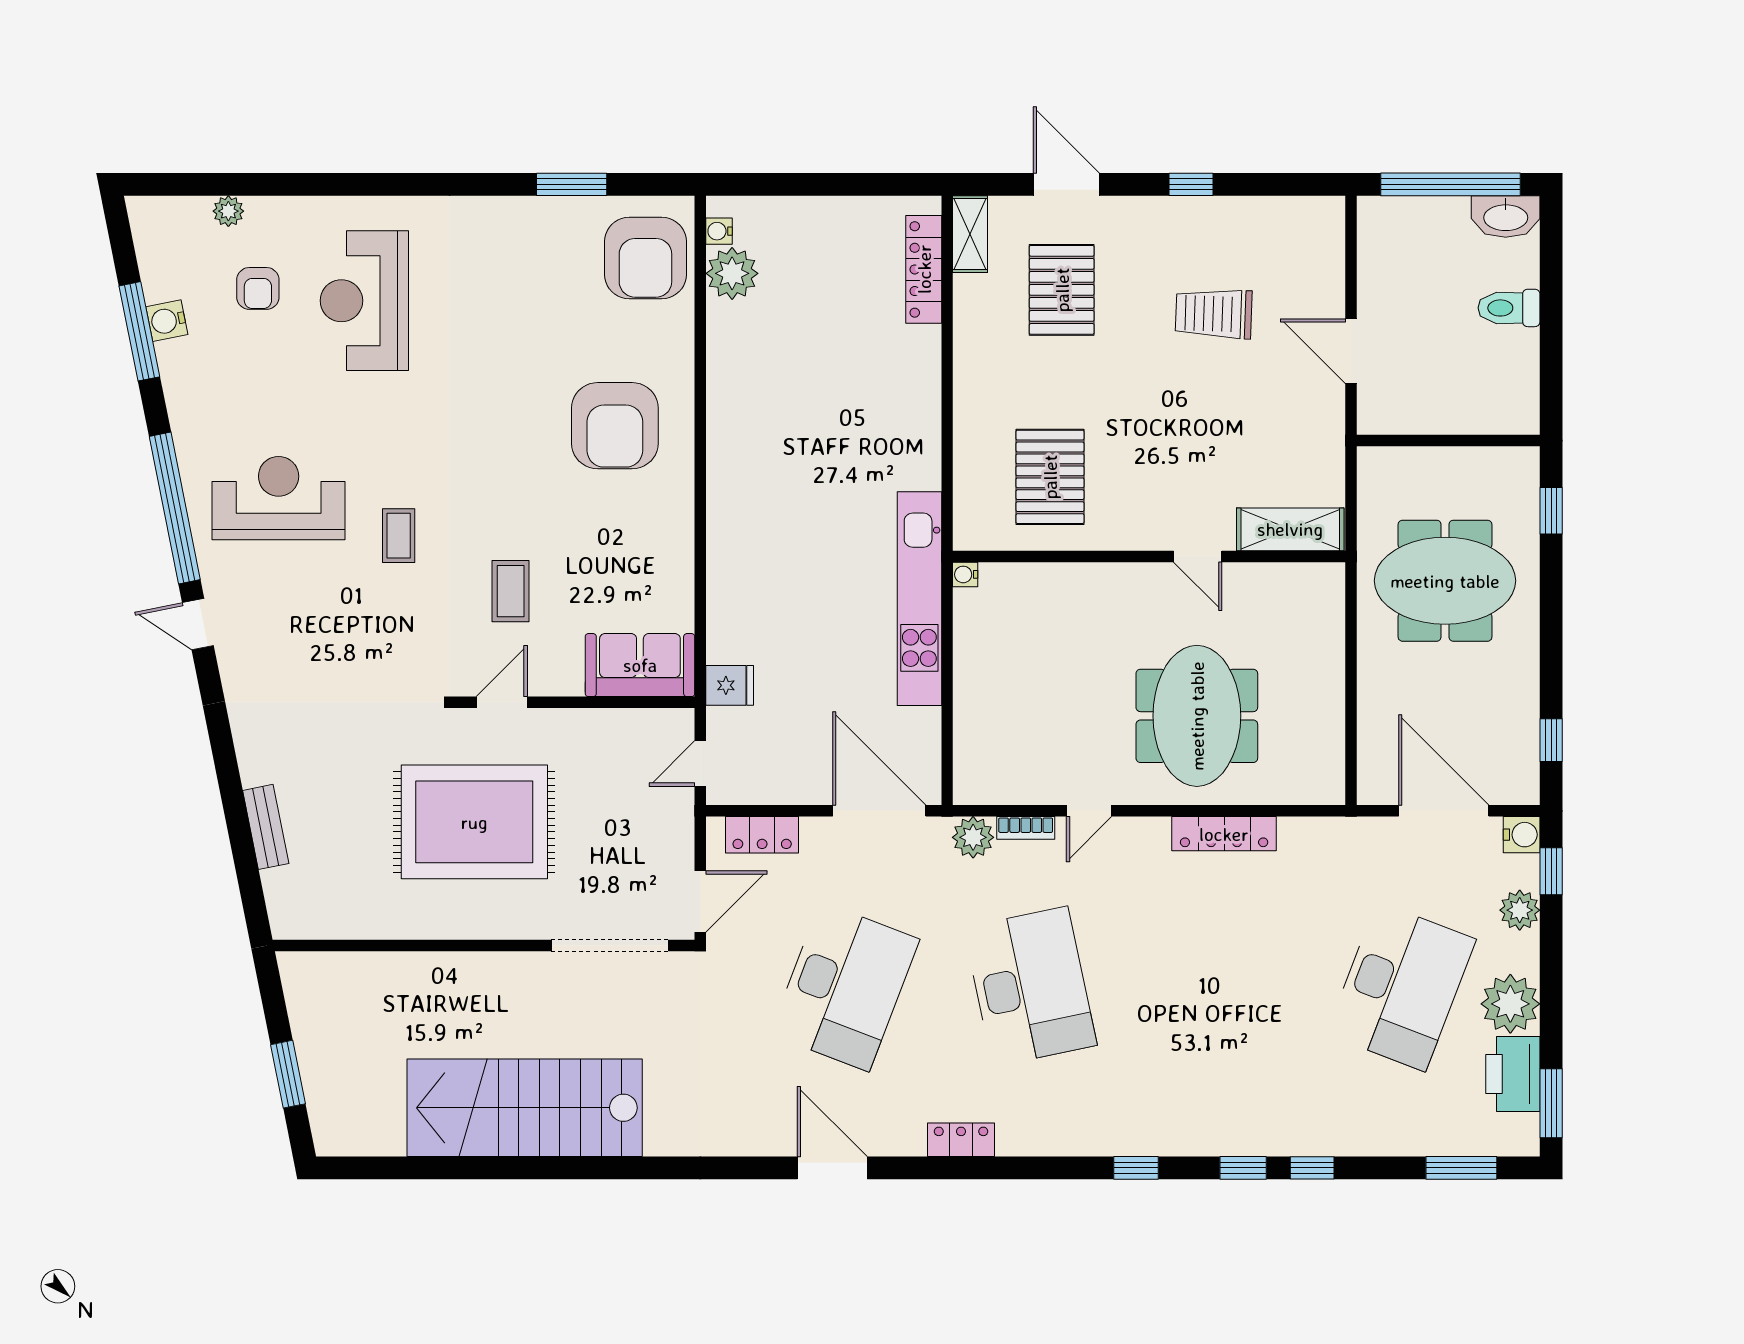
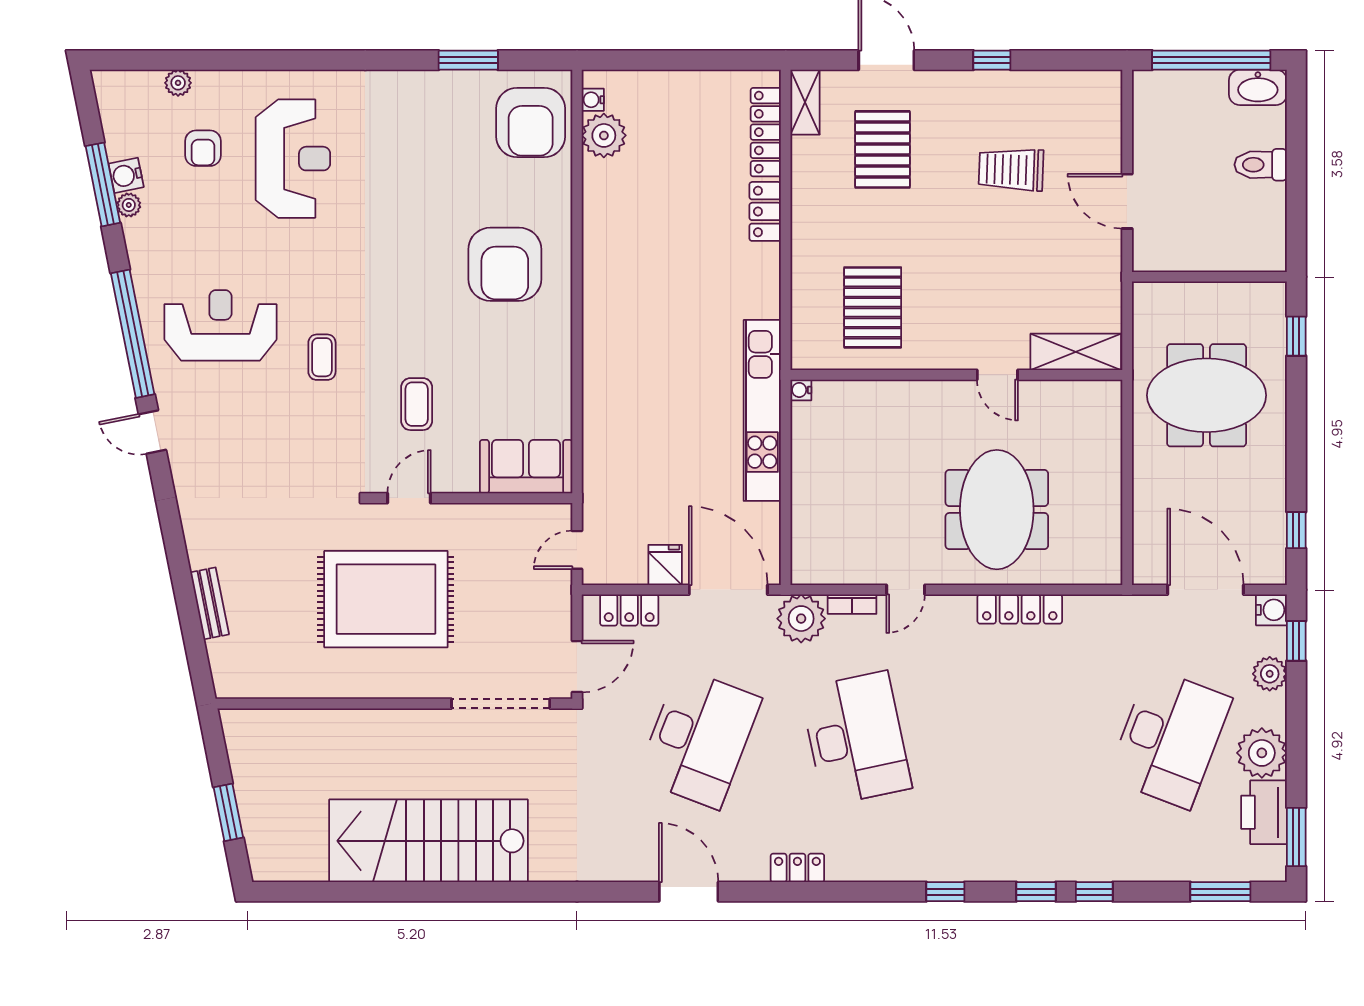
reception desk: (364, 301) -> (293, 159), turned 180
plant: (170, 356) -> (129, 205), added
locker: (923, 363) -> (765, 211), added
fridge: (730, 685) -> (665, 565), moved, turned -90
plant: (973, 837) -> (801, 619), width x1.36, depth x1.36

